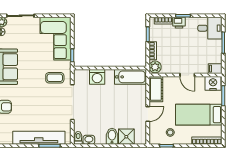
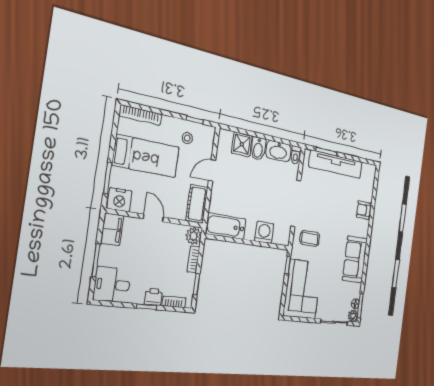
filing cabinet: (215, 69) -> (112, 229), width x2.00
washbasin: (89, 140) -> (278, 151), width x1.91, depth x1.45

